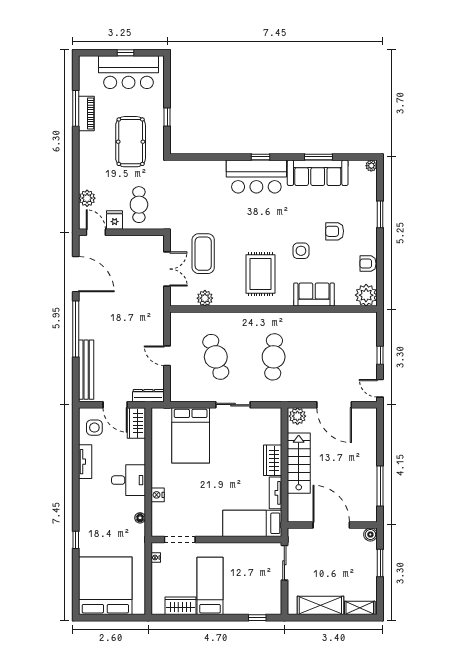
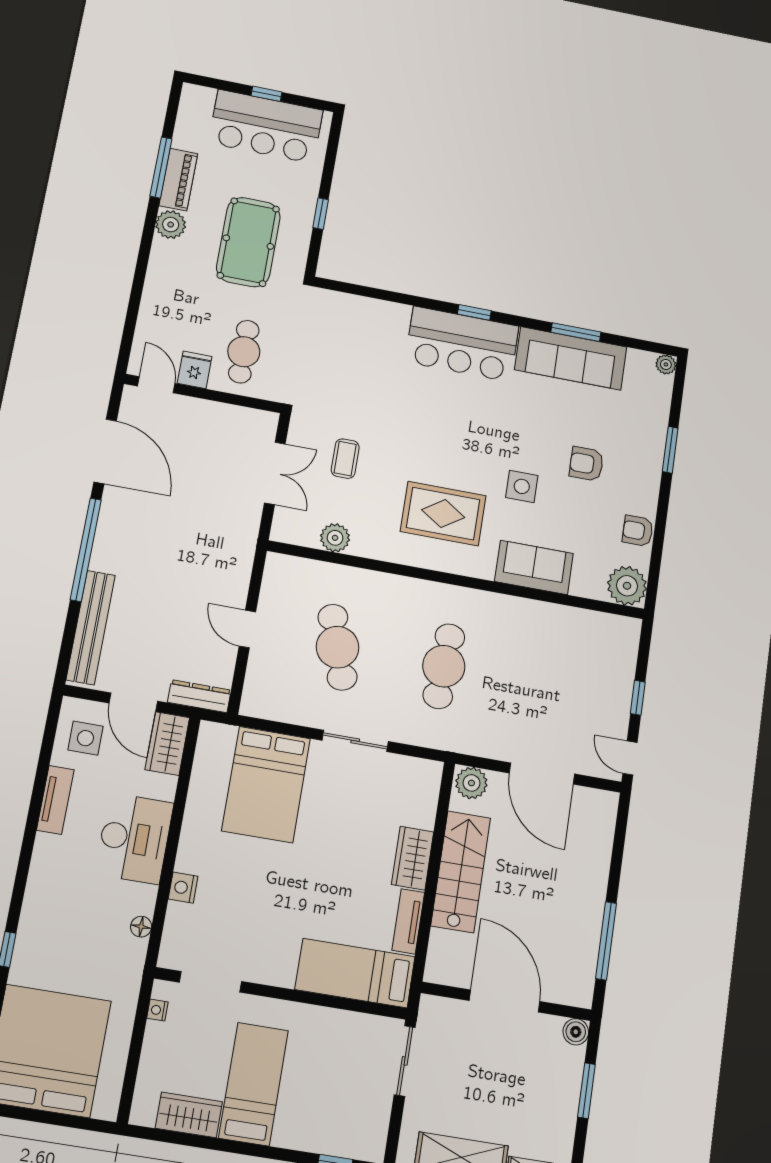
plant: (87, 198) -> (171, 225), moved
coffee table: (203, 254) -> (345, 459), width x0.54, depth x0.58
rug: (261, 274) -> (443, 514), turned 90
desk: (129, 480) -> (134, 838), width x1.37

